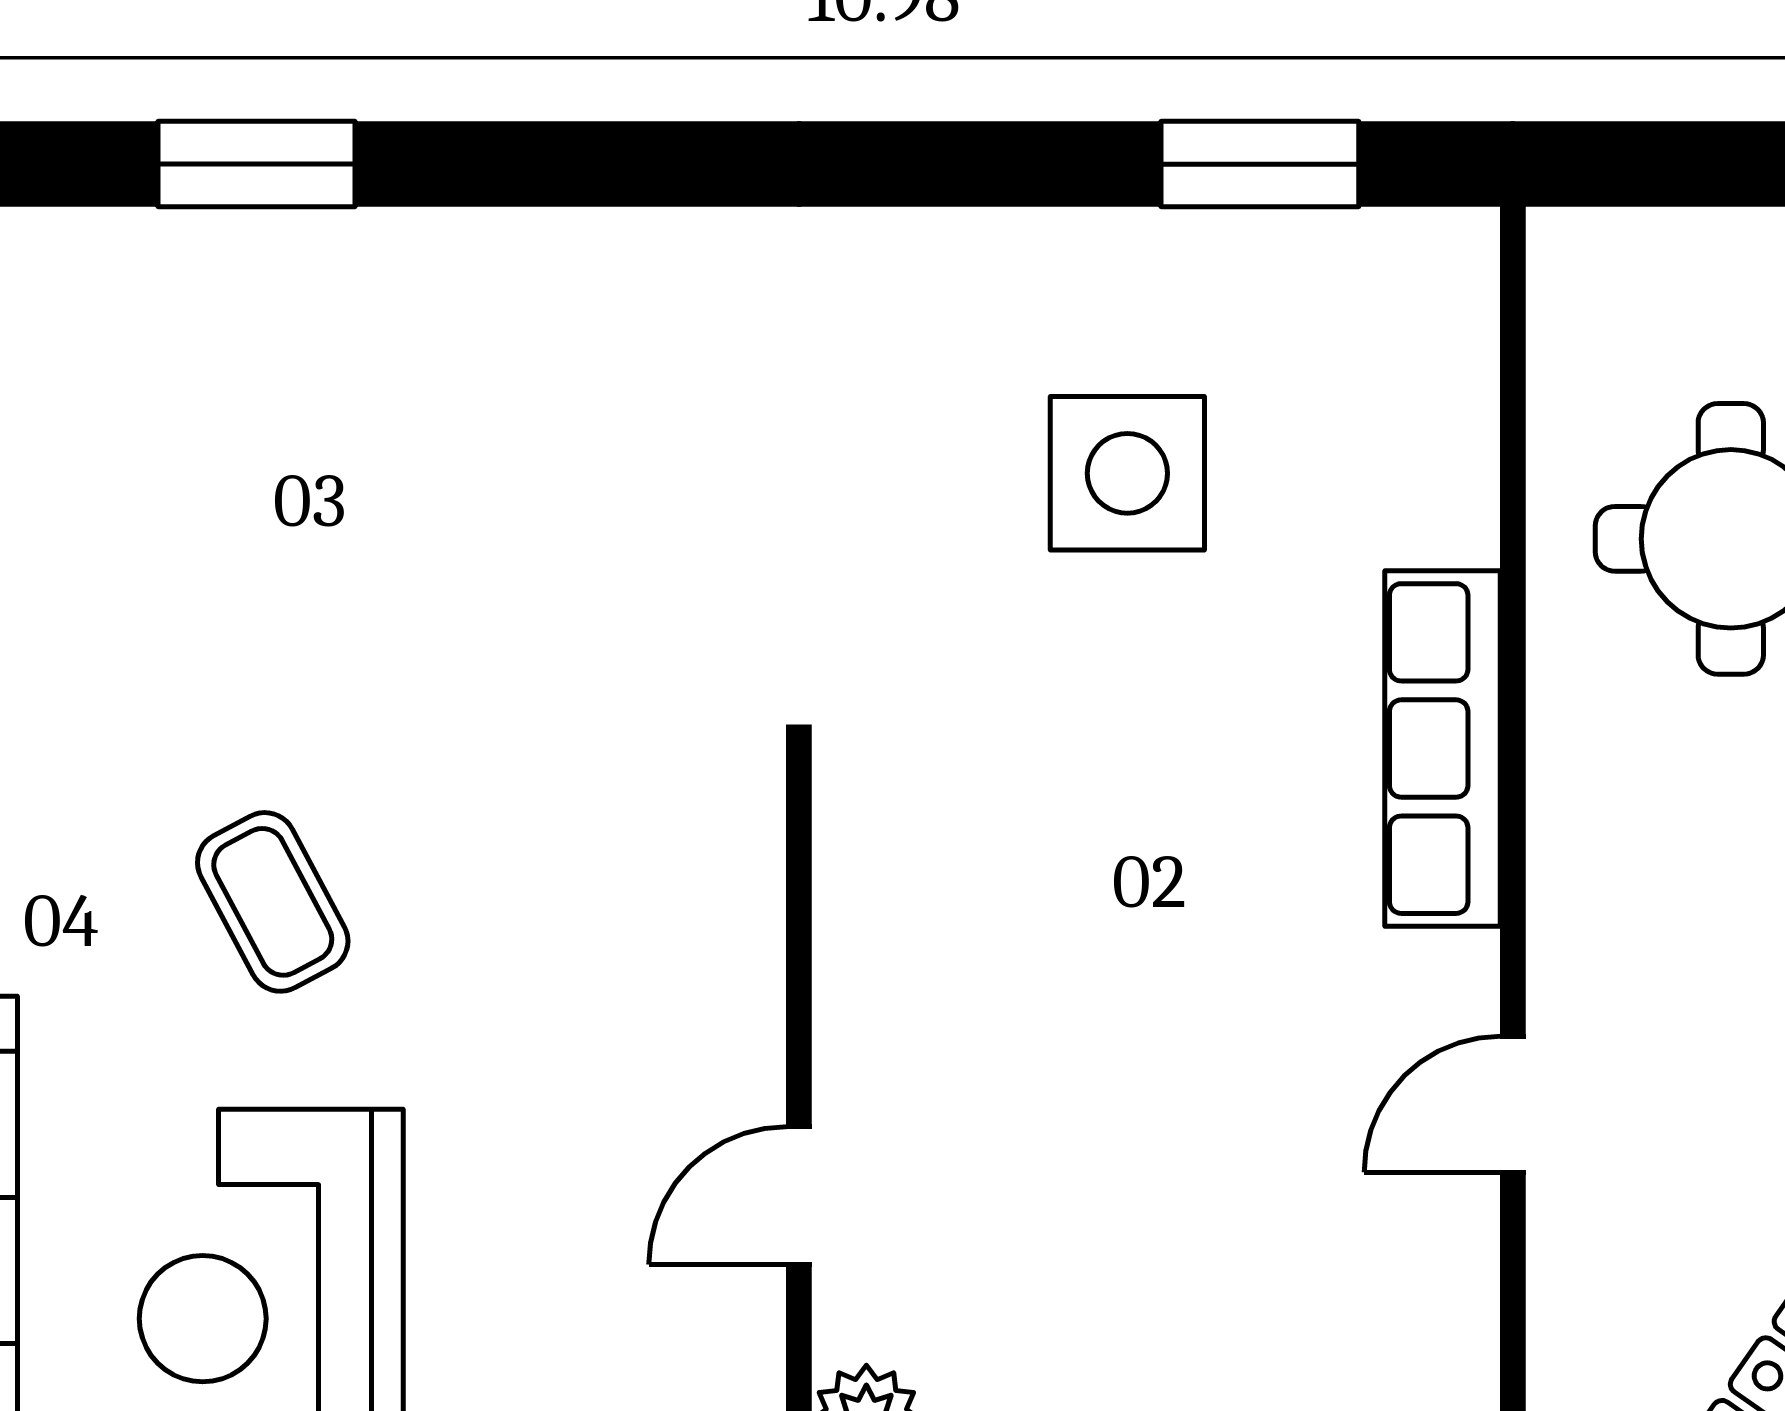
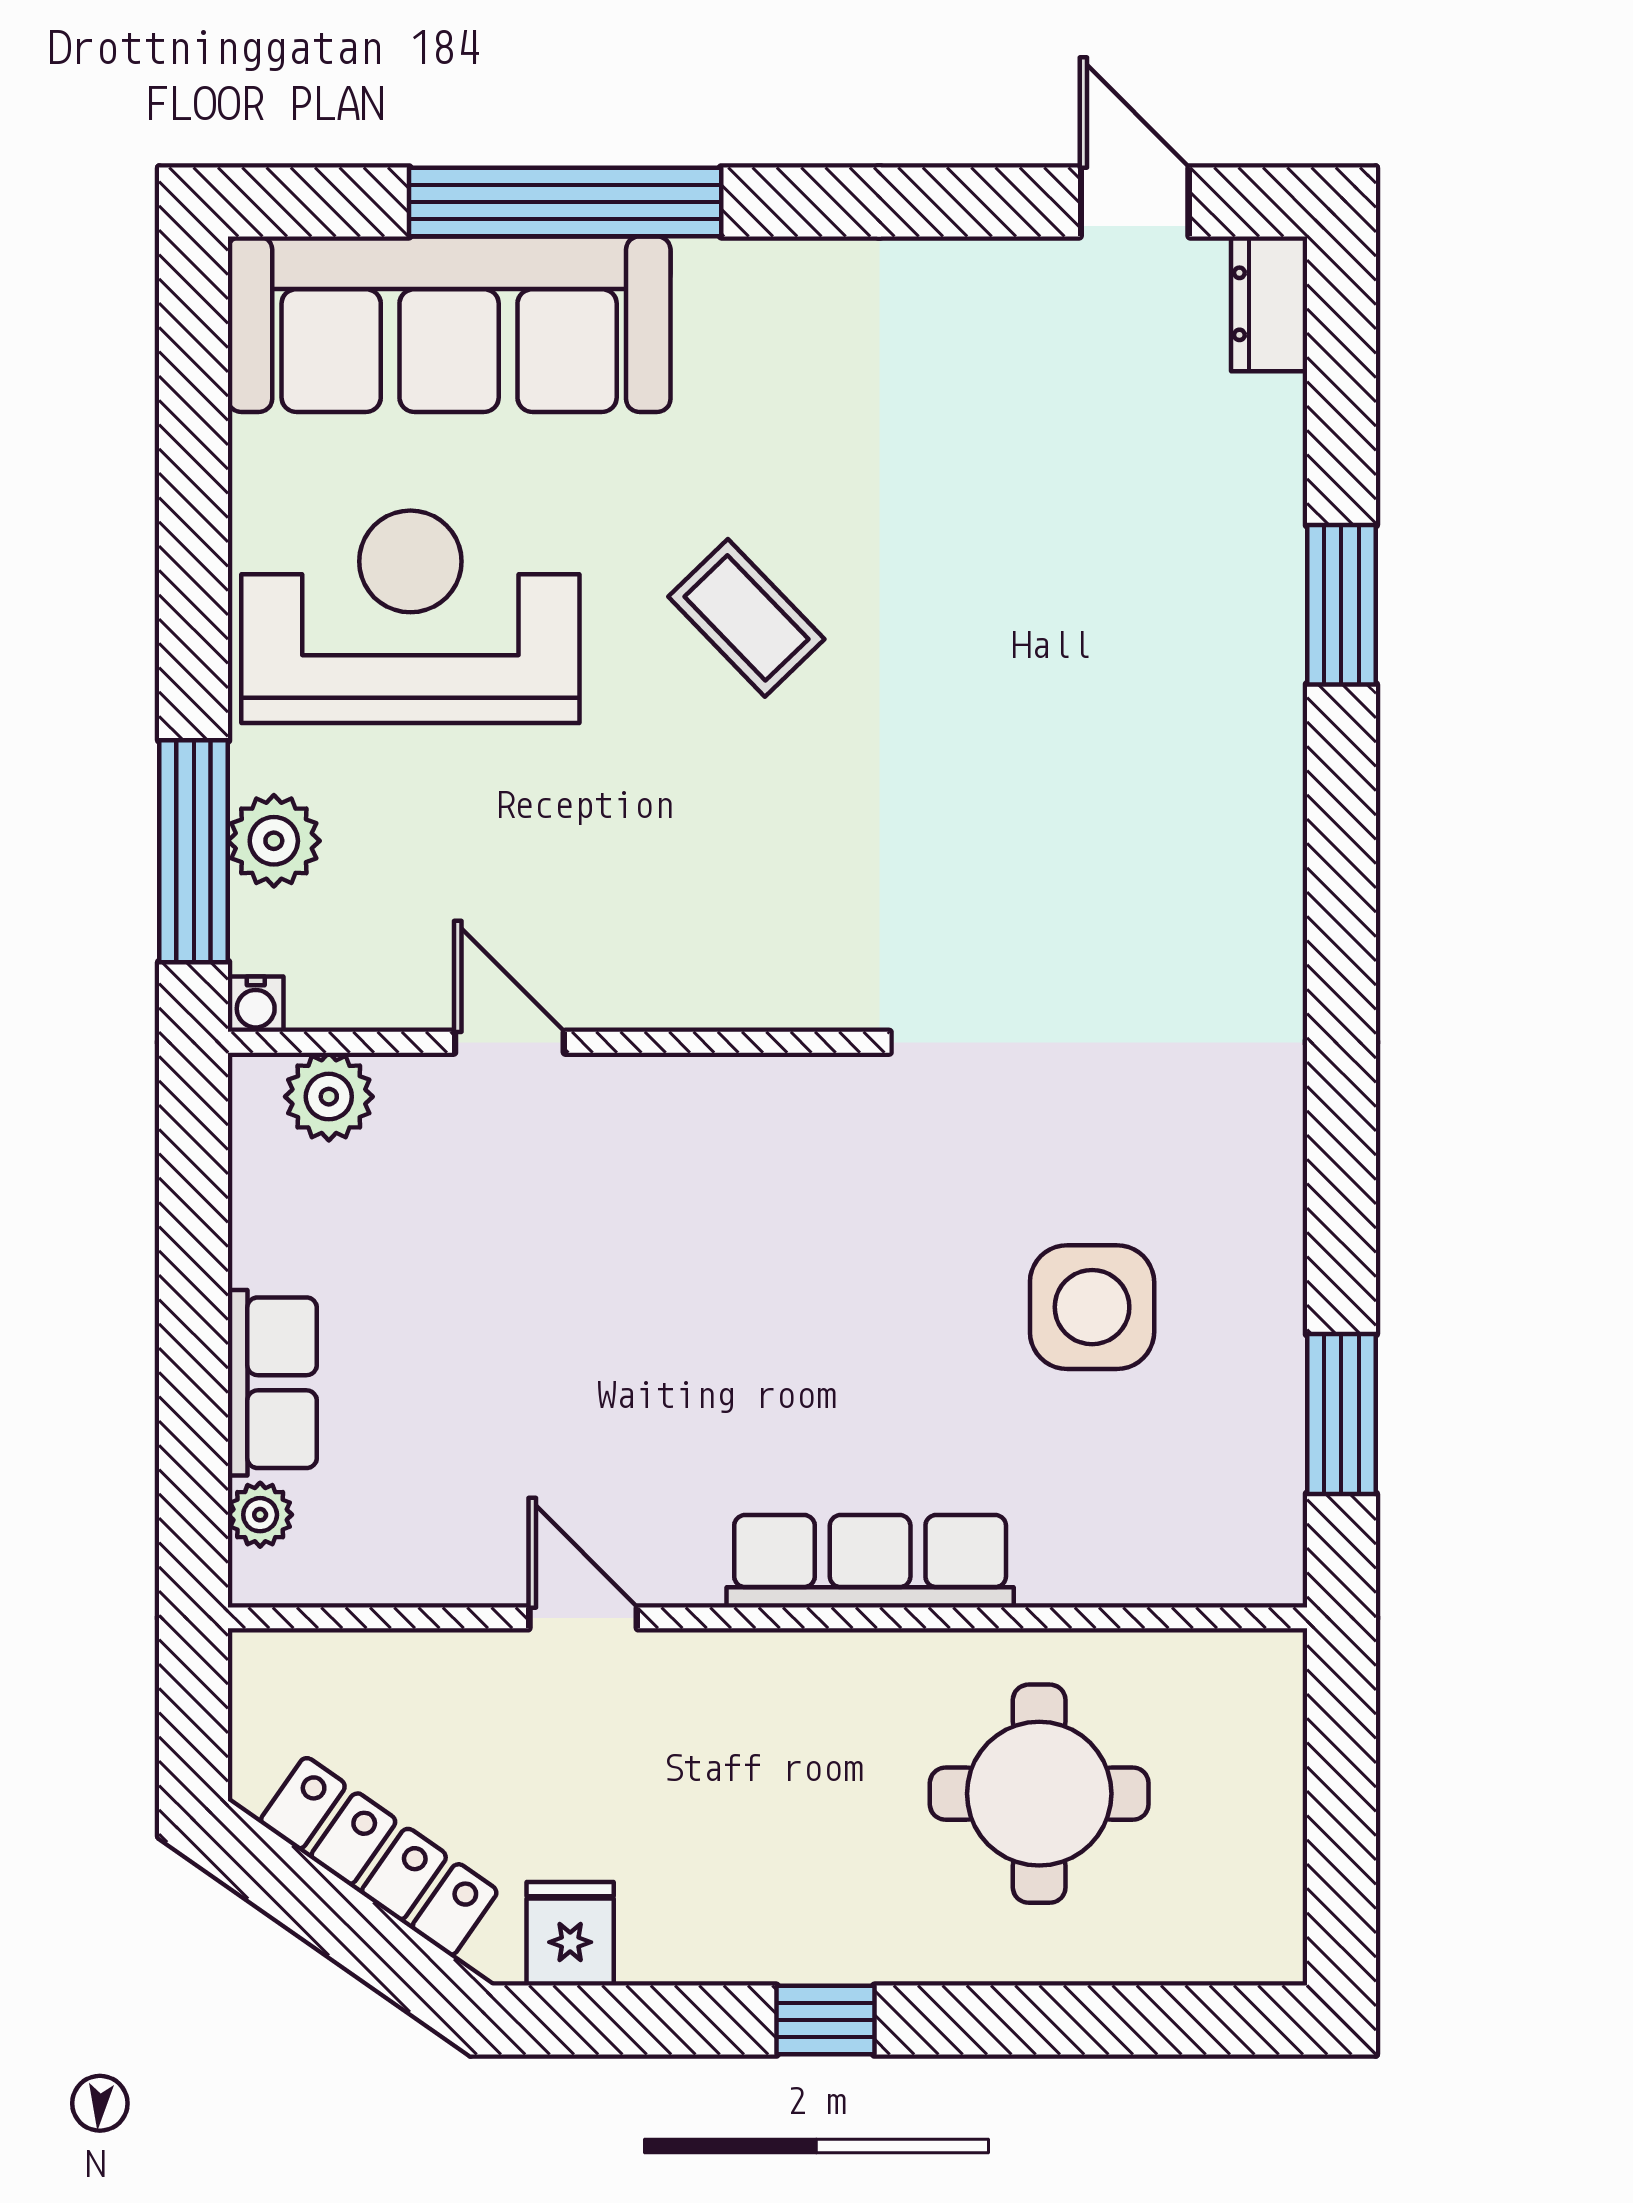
coffee table: (273, 902) -> (746, 618), turned 74

